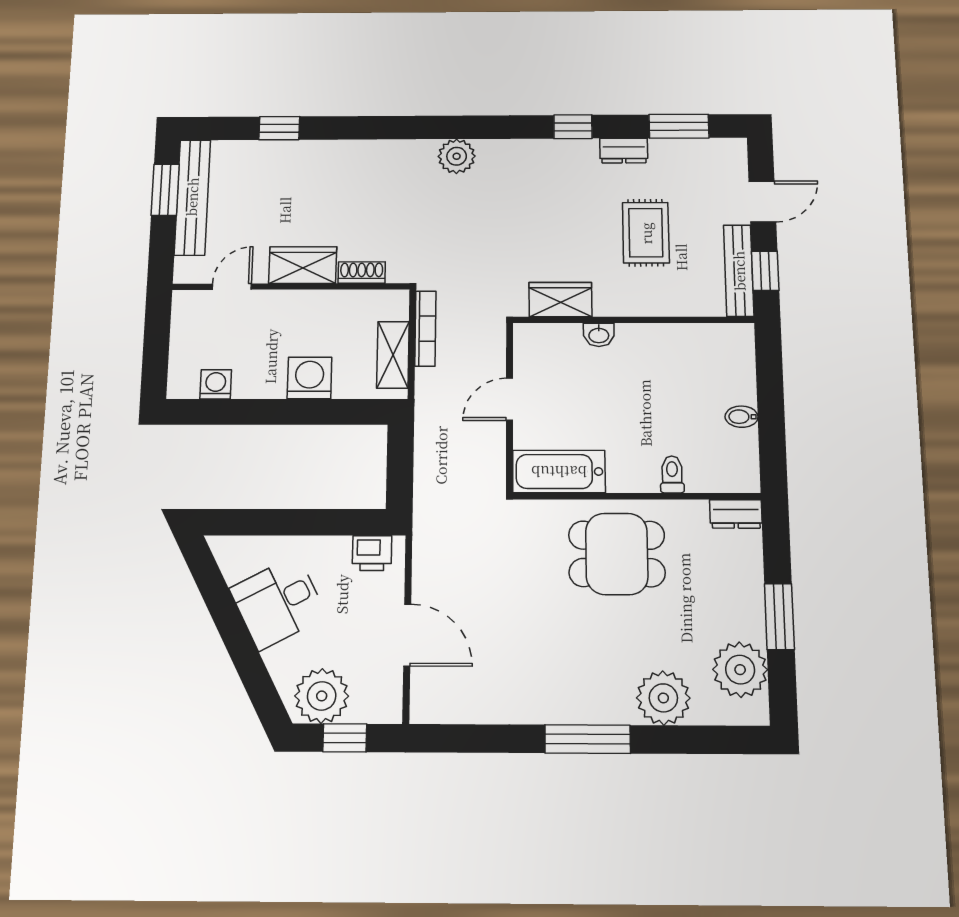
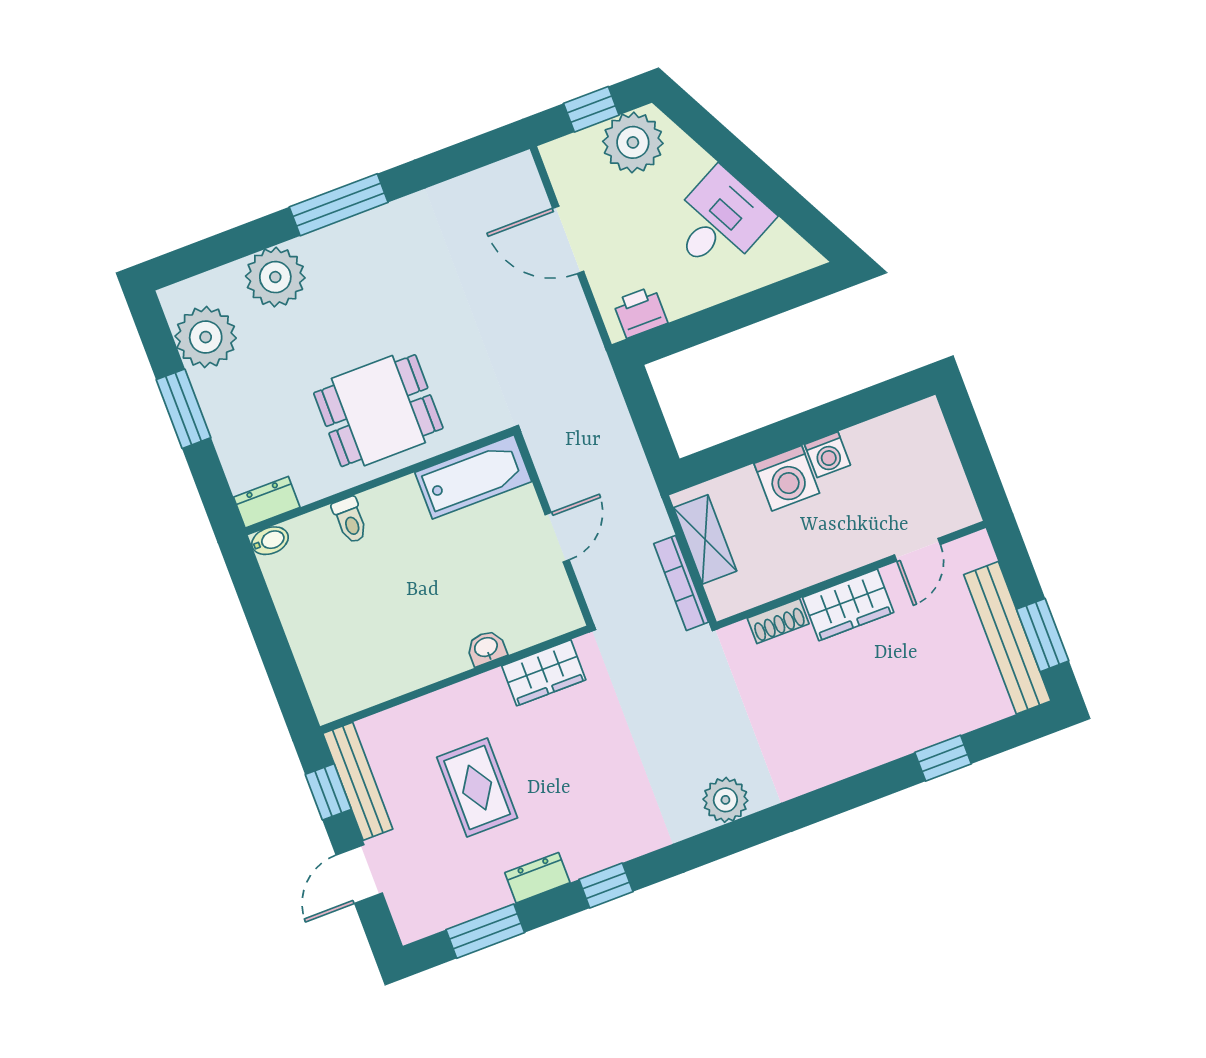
washing machine: (216, 384) -> (827, 455), moved
bidet: (742, 417) -> (270, 541), moved

